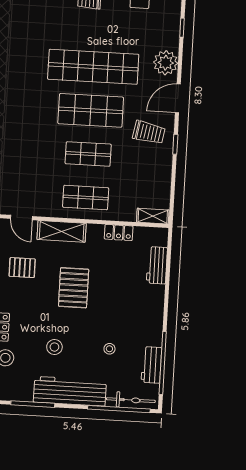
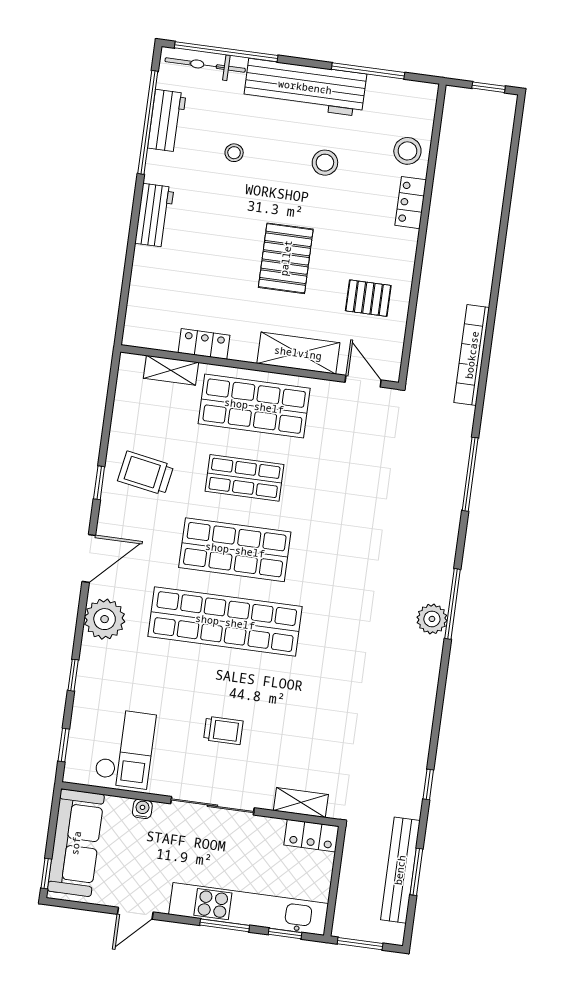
trolley: (149, 132) -> (146, 473), moved
shop shelf: (86, 198) -> (254, 406), width x1.43, depth x1.36
shelving: (153, 216) -> (171, 370), moved
workbench: (157, 265) -> (154, 215), moved

